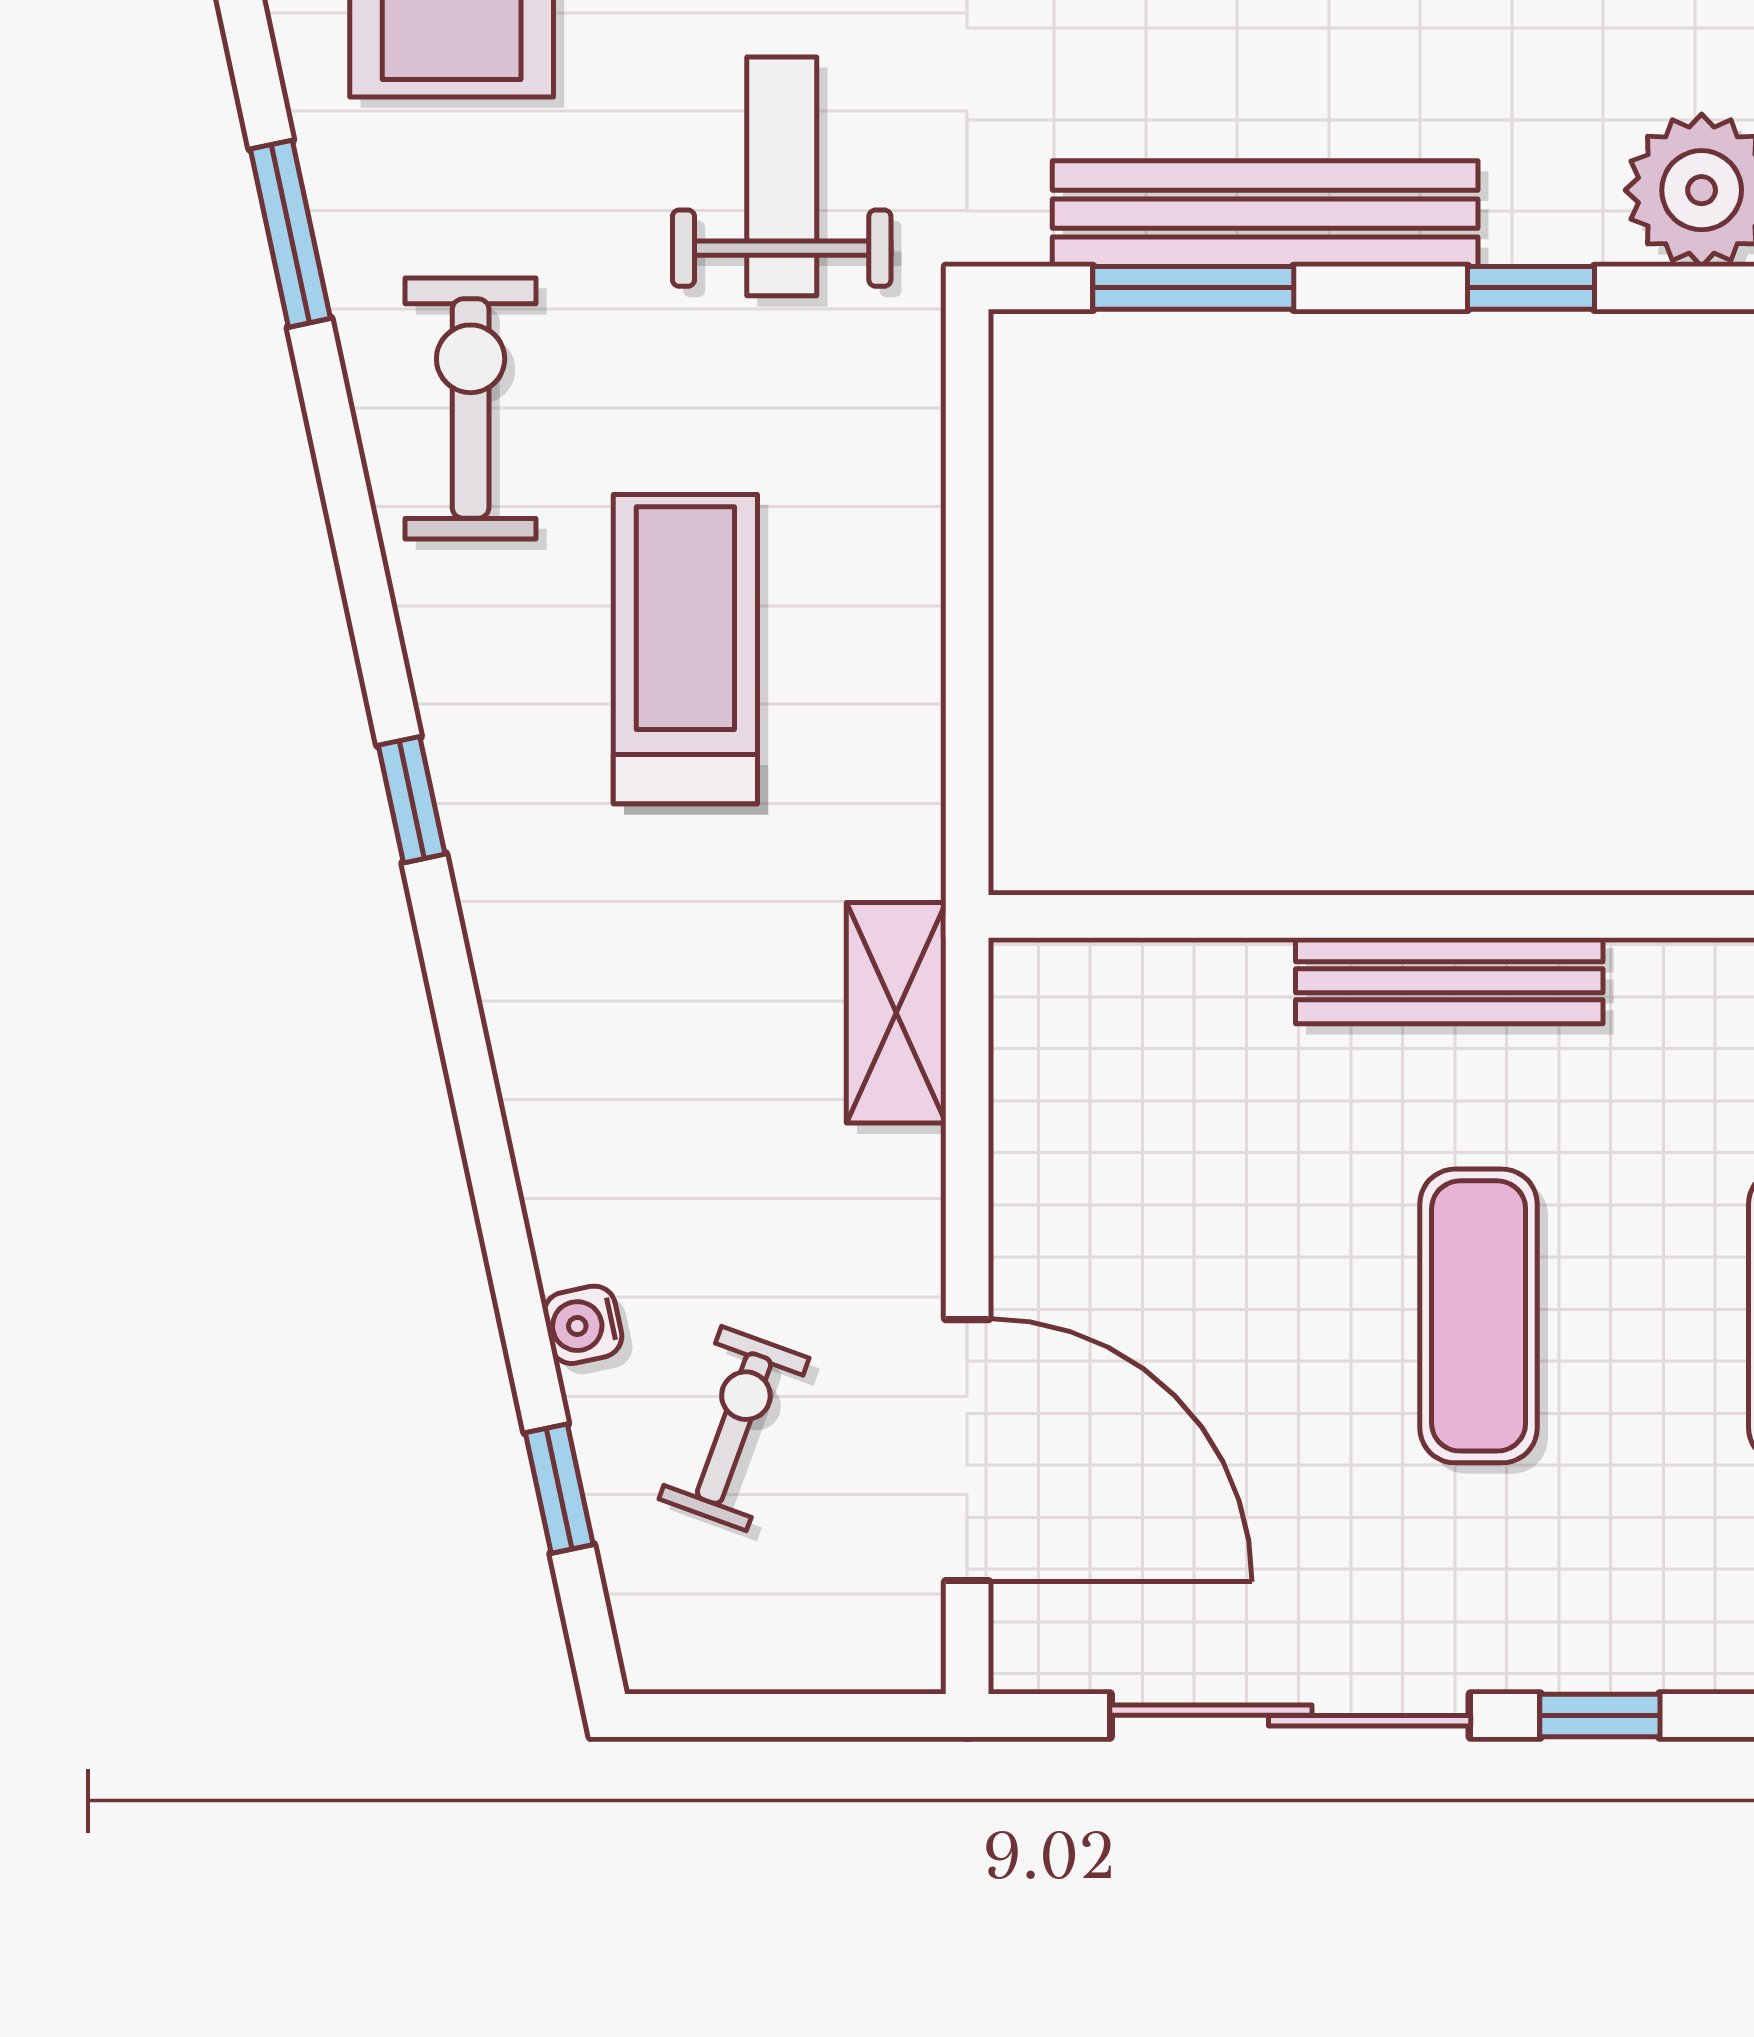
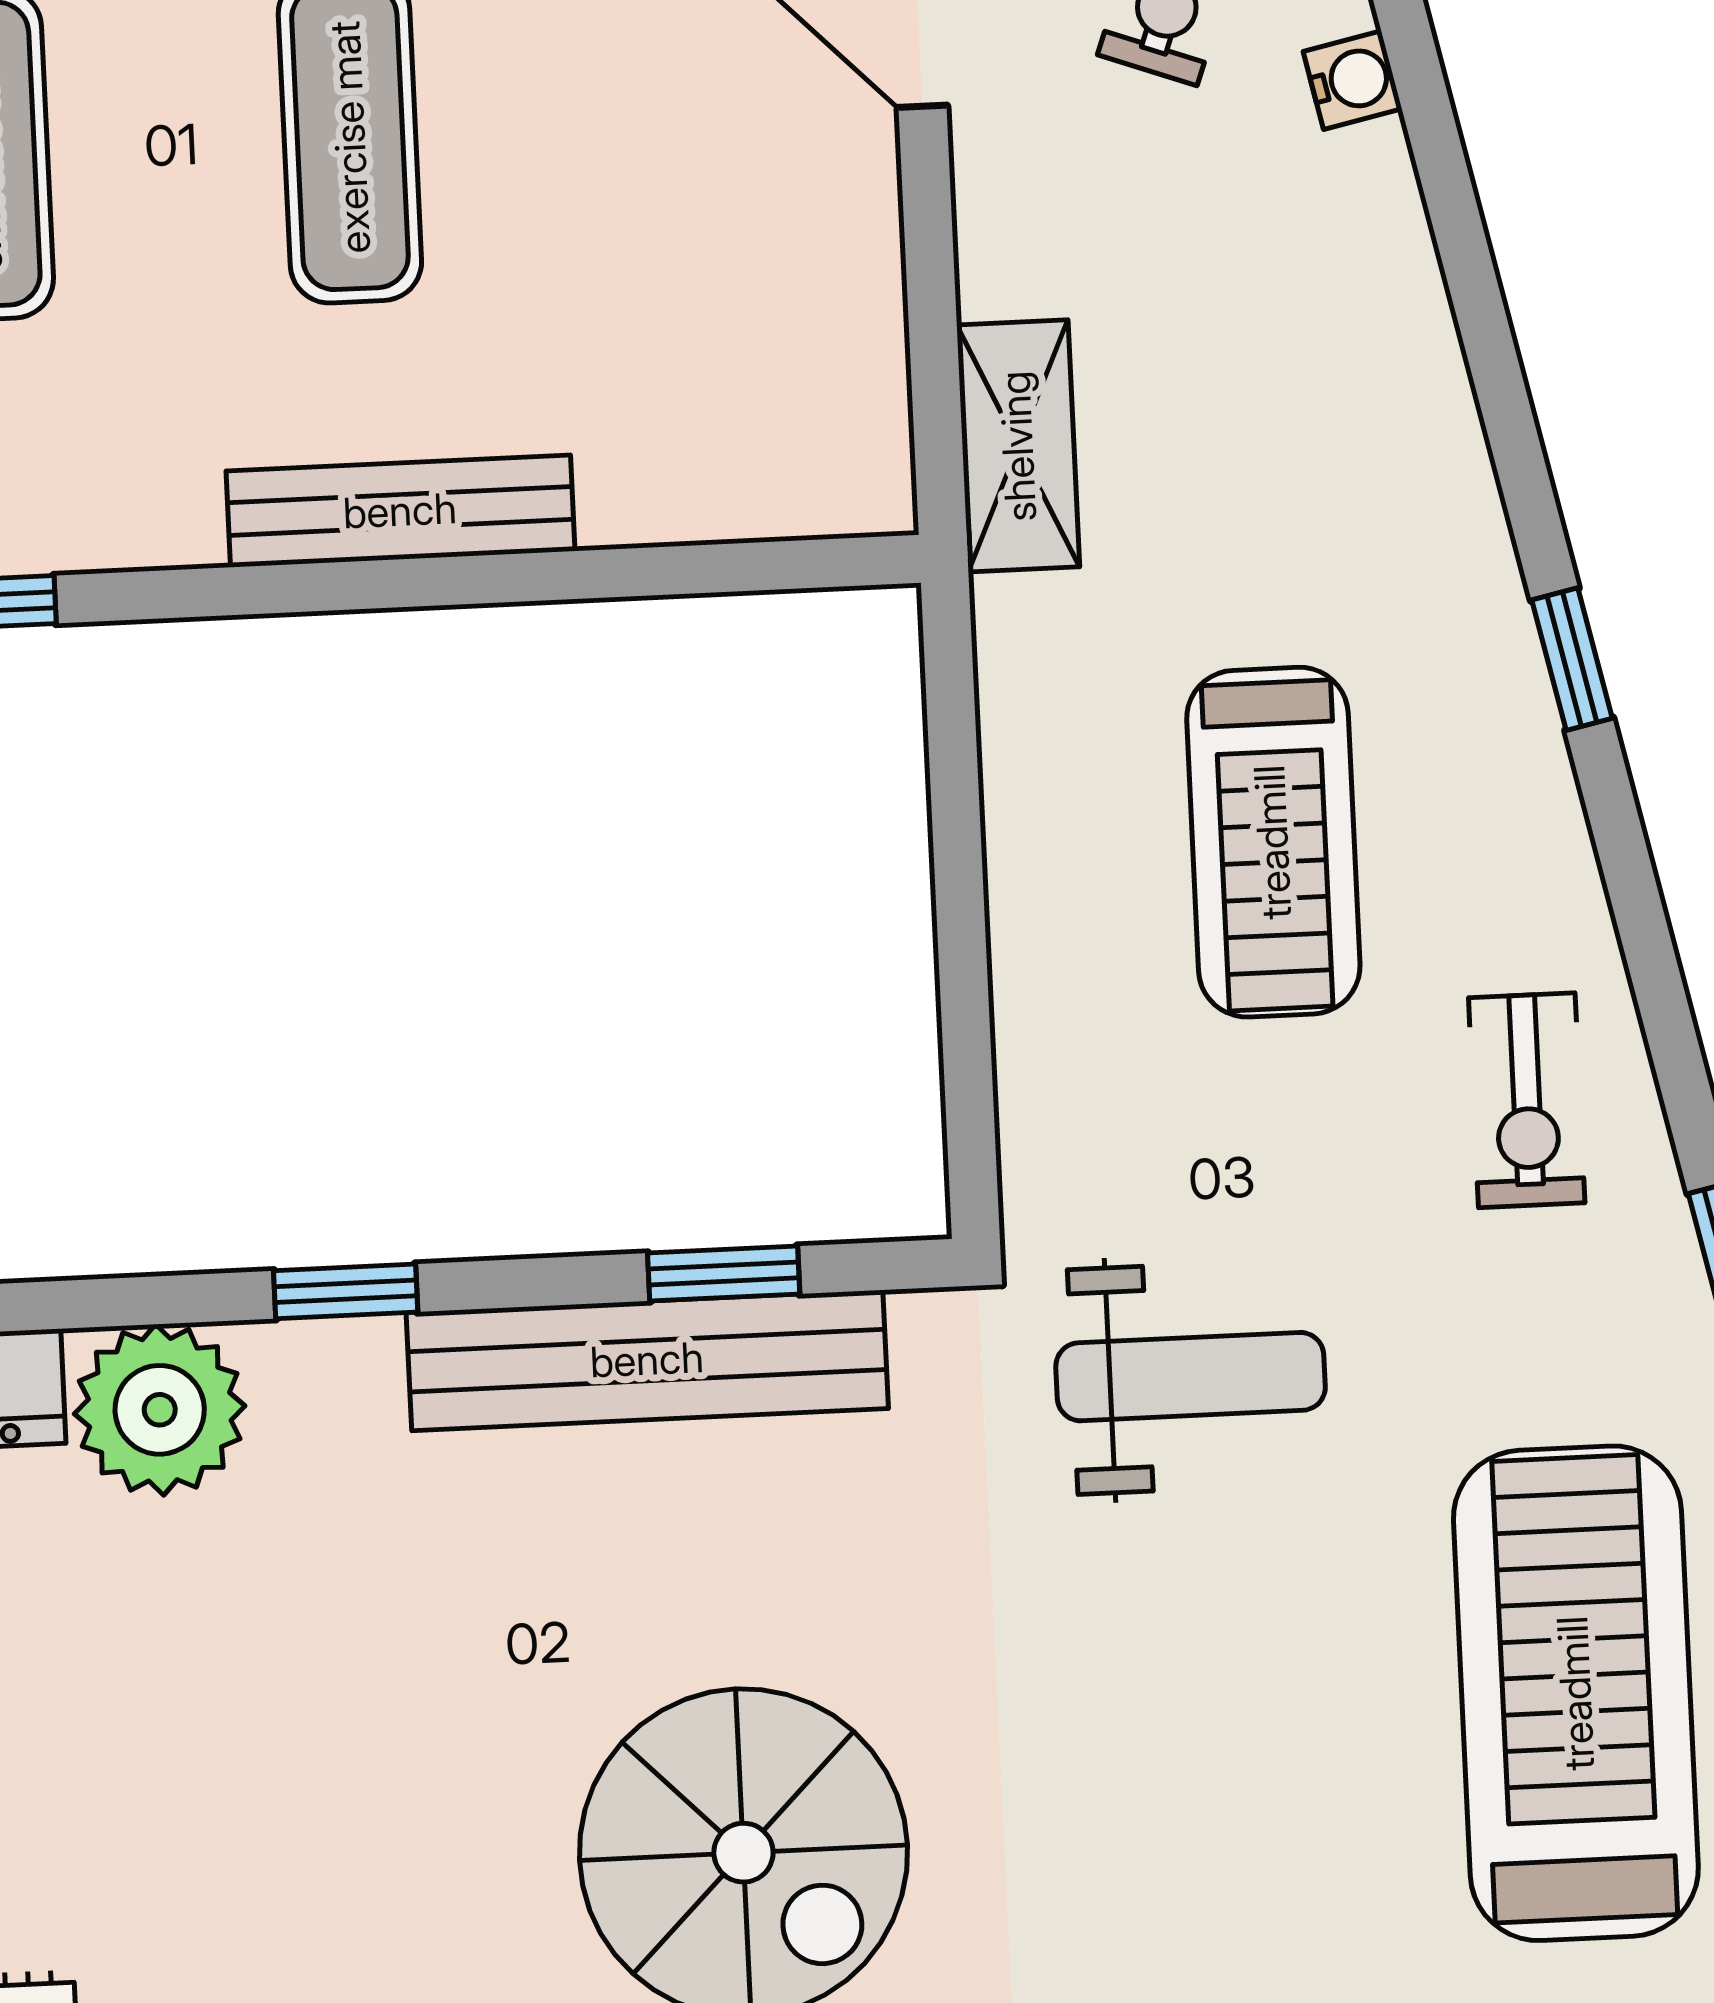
weight bench: (782, 176) -> (1191, 1377), turned -90
window: (1193, 288) -> (724, 1274), width x0.67
exercise bike: (471, 408) -> (1527, 1100), width x0.73, depth x0.72

